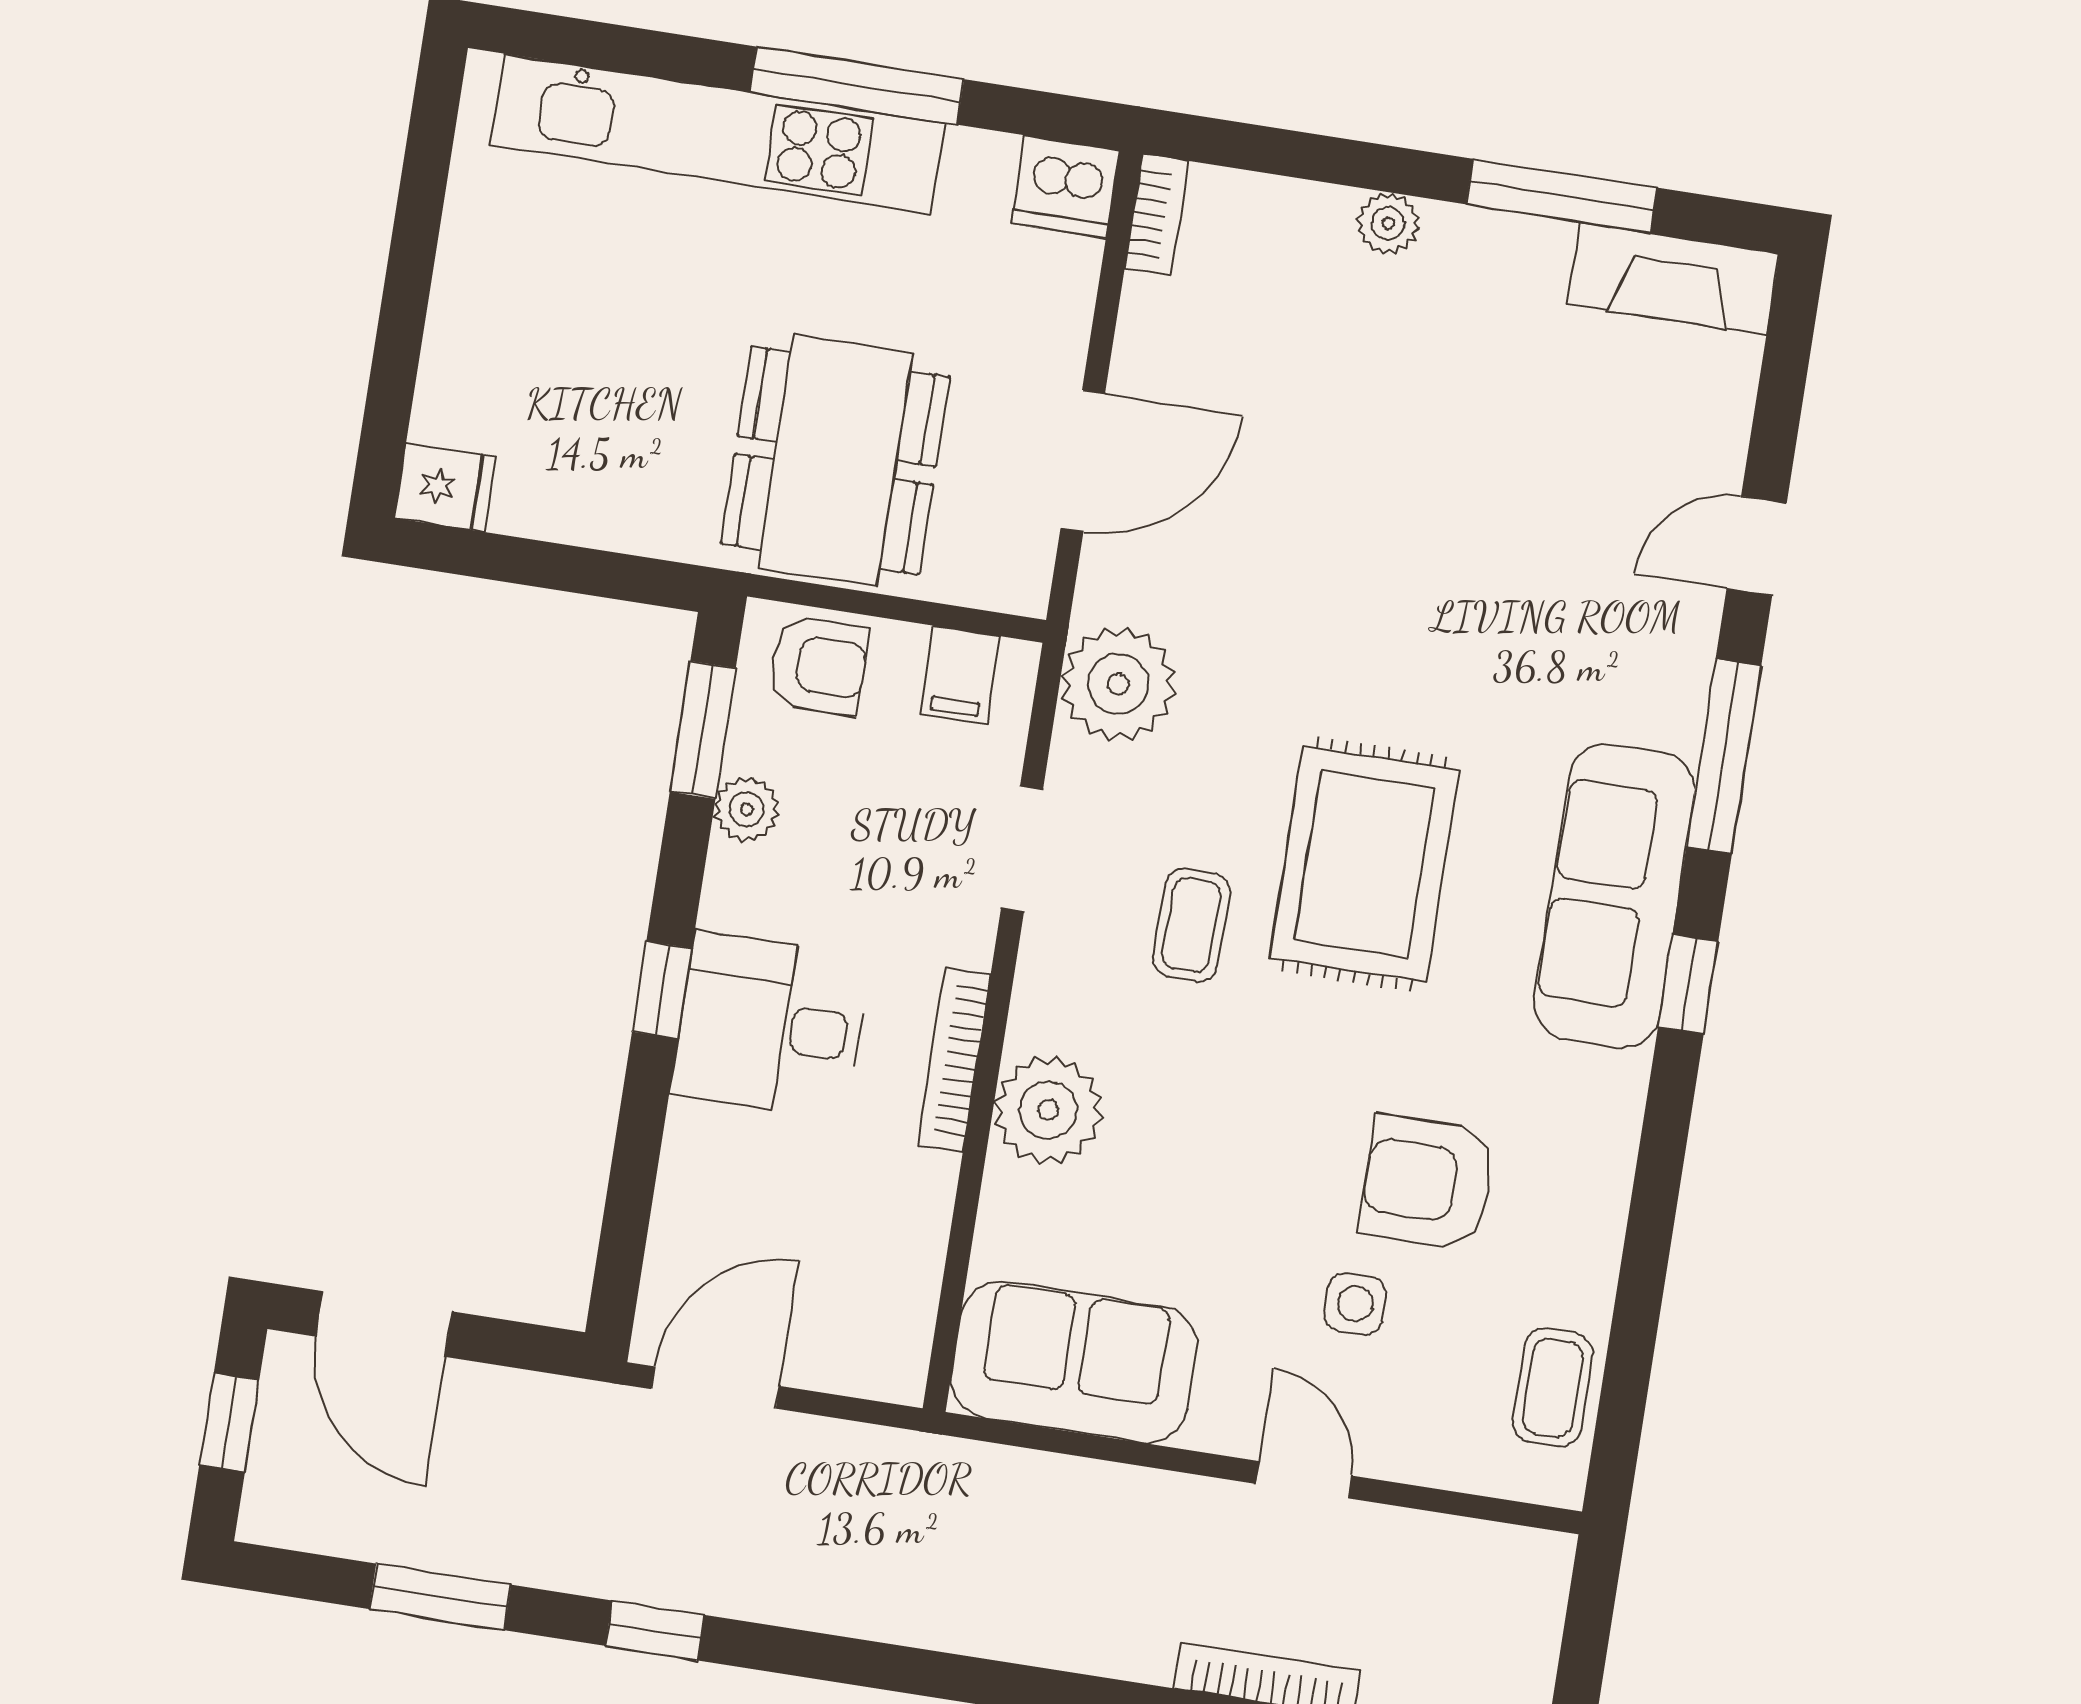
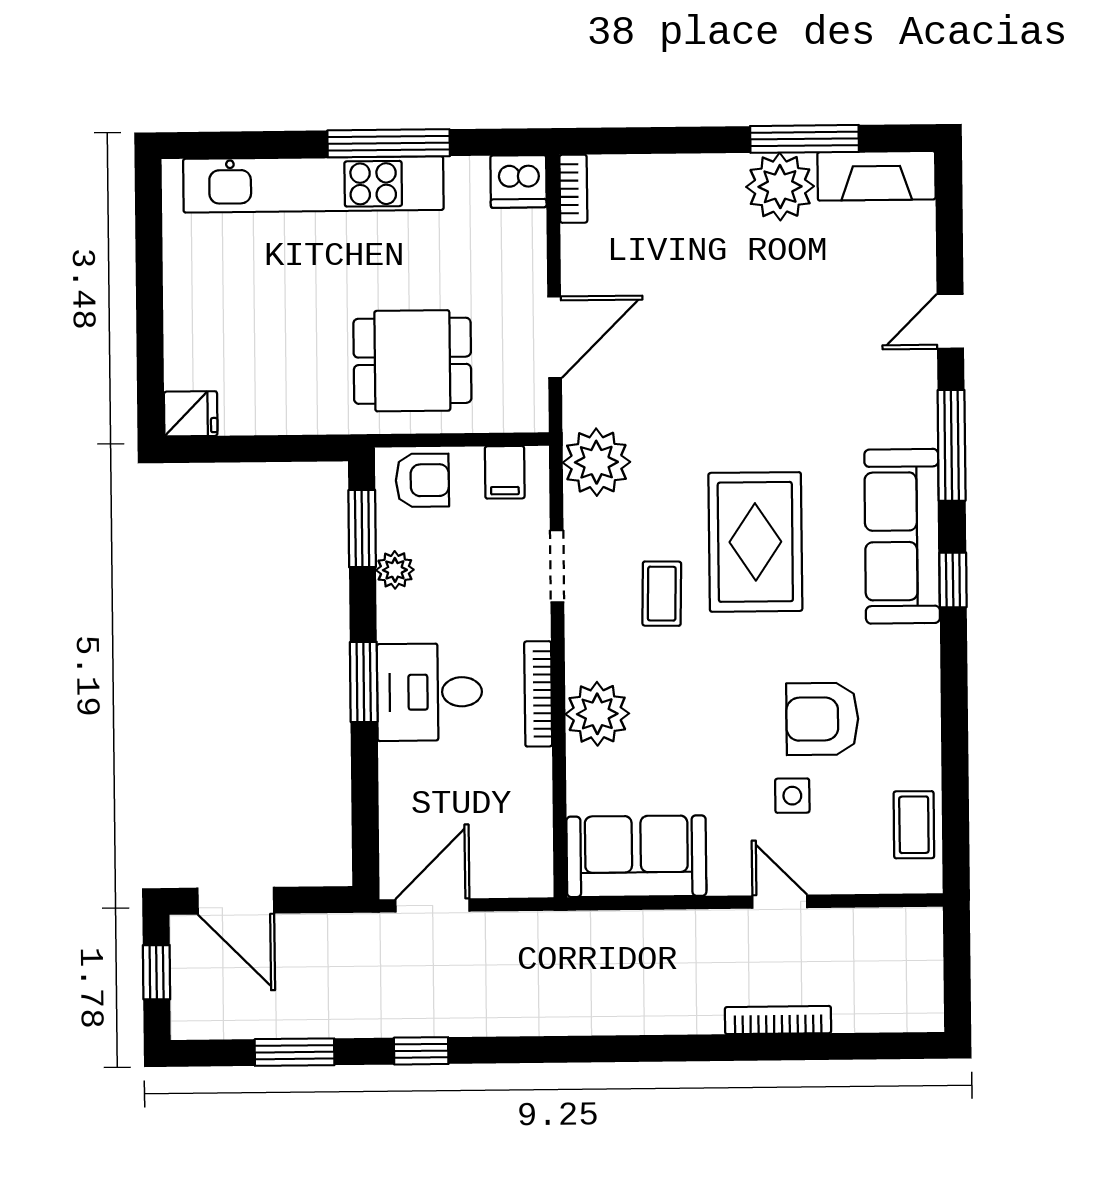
plant: (1388, 224) -> (780, 187), moved, width x1.88, depth x1.88
dining table: (835, 460) -> (412, 361), width x0.73
window: (662, 990) -> (364, 682), width x1.50

